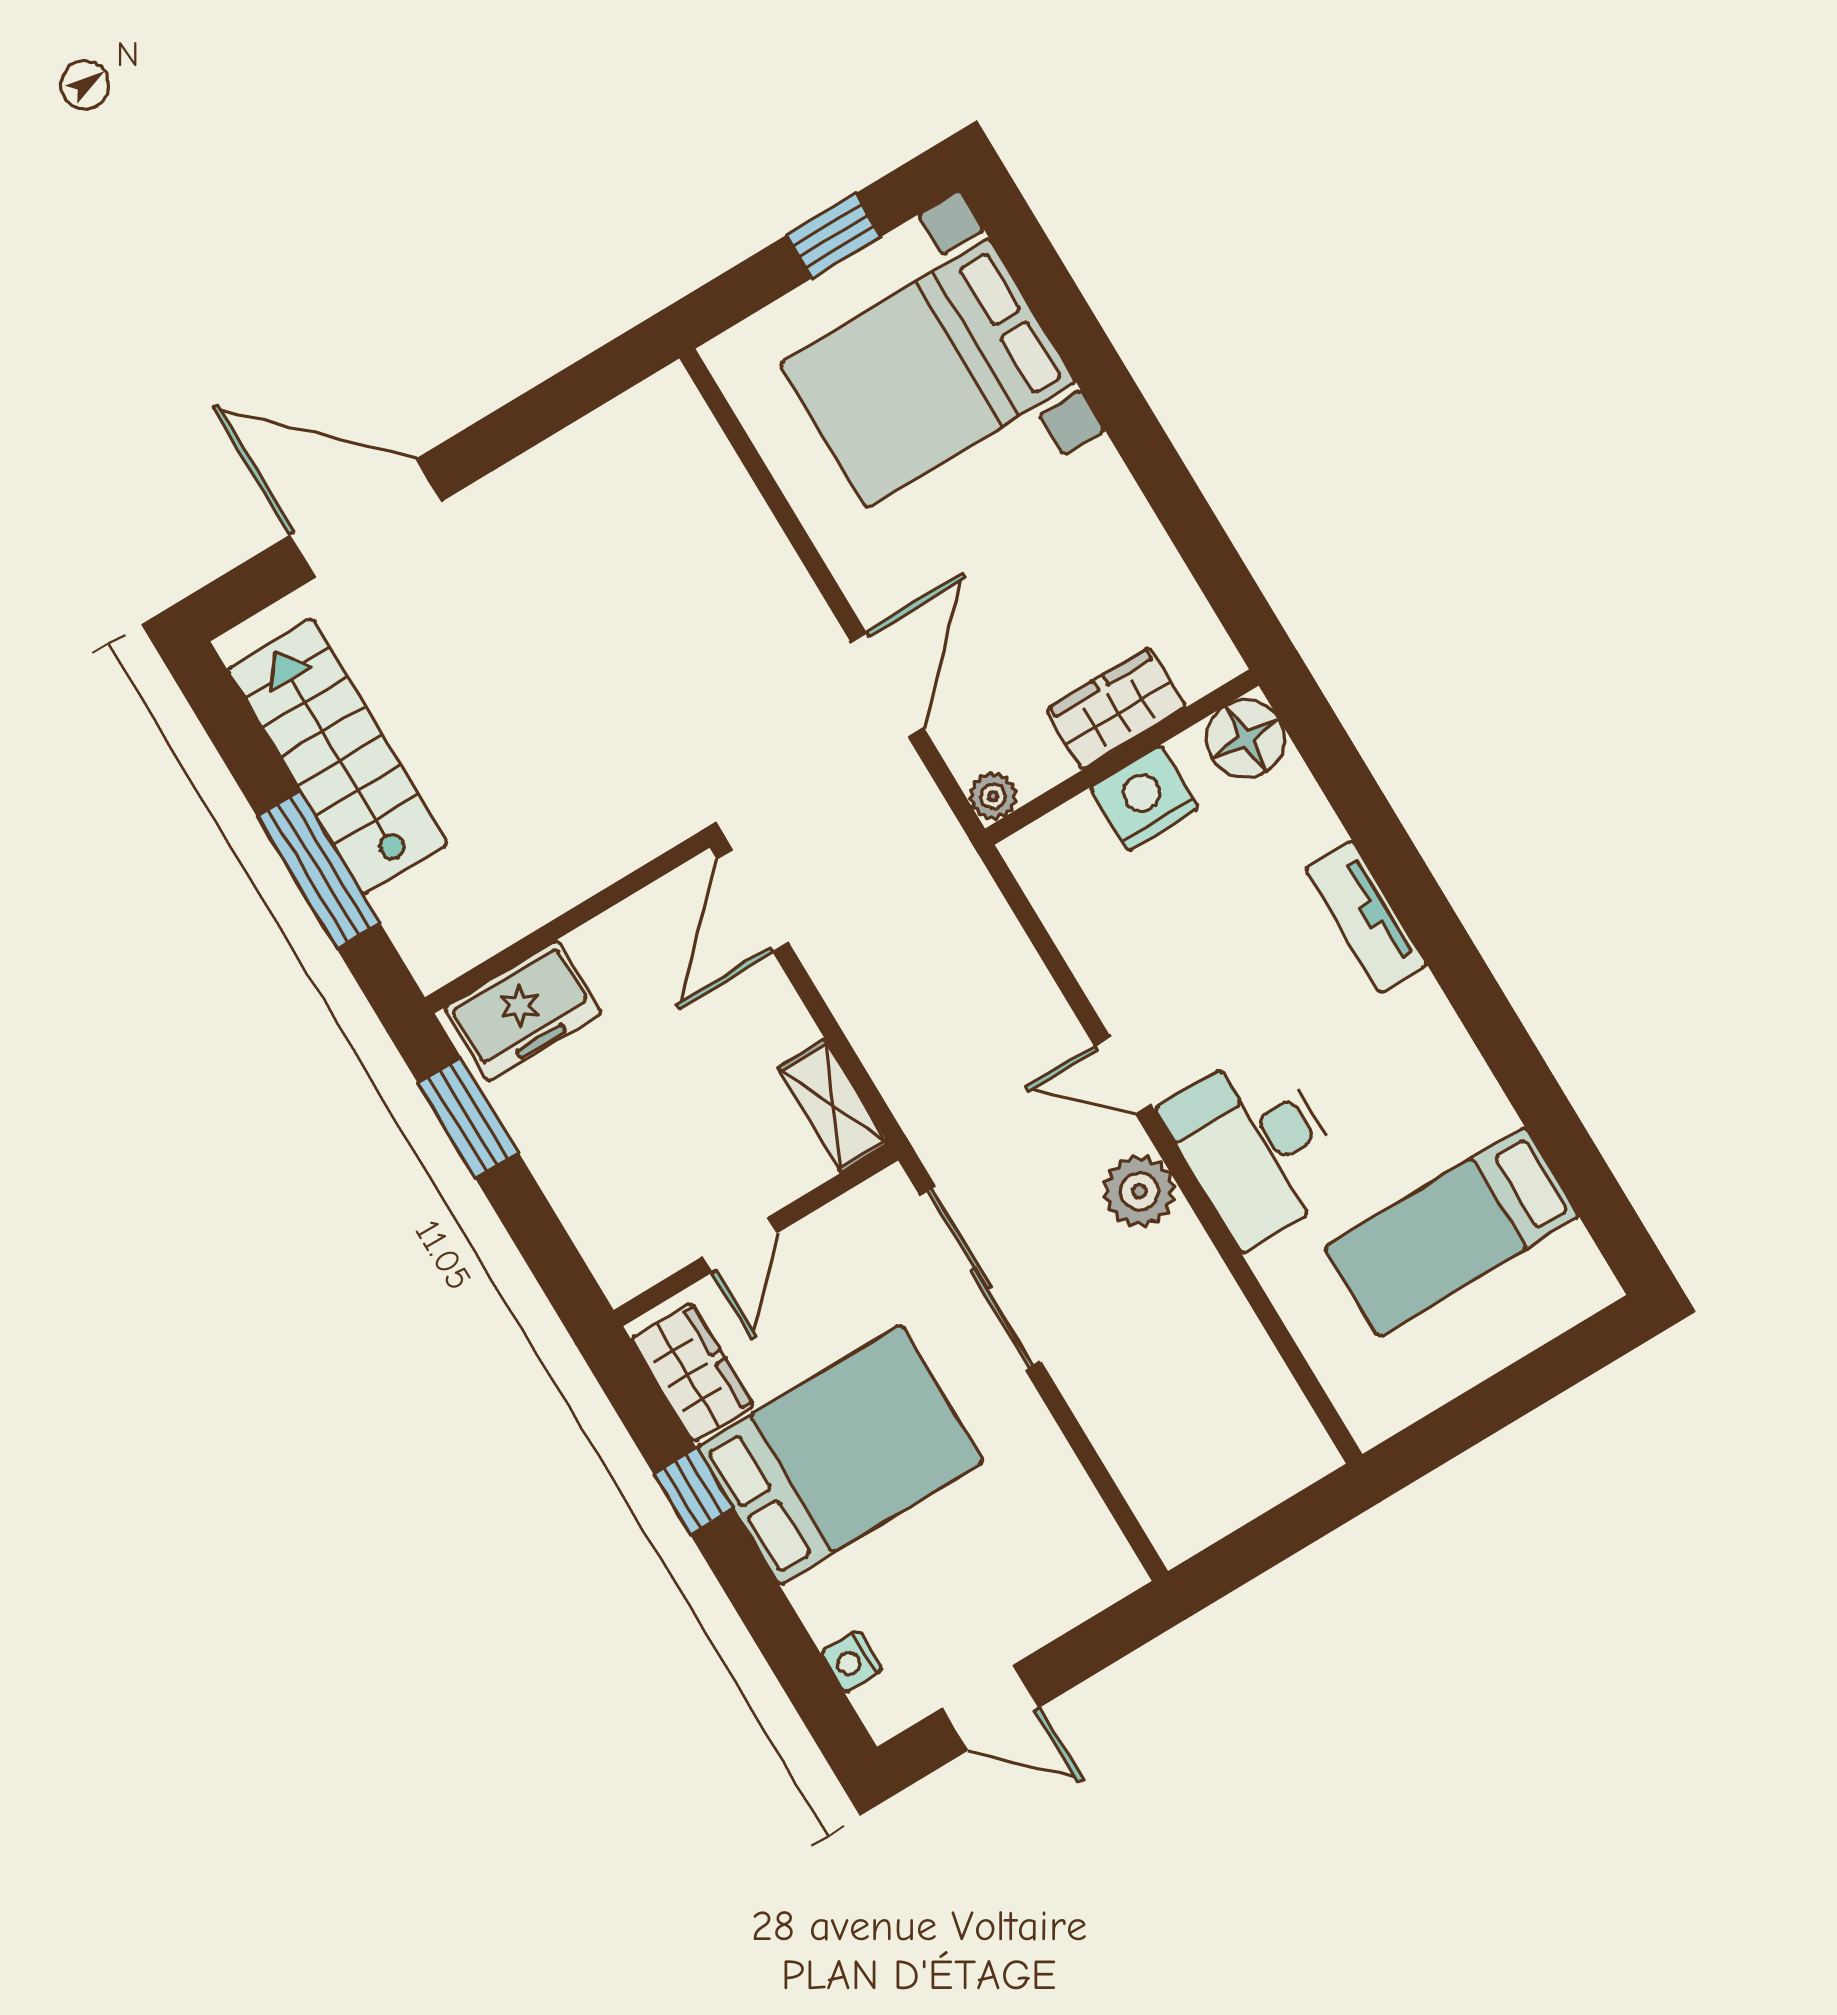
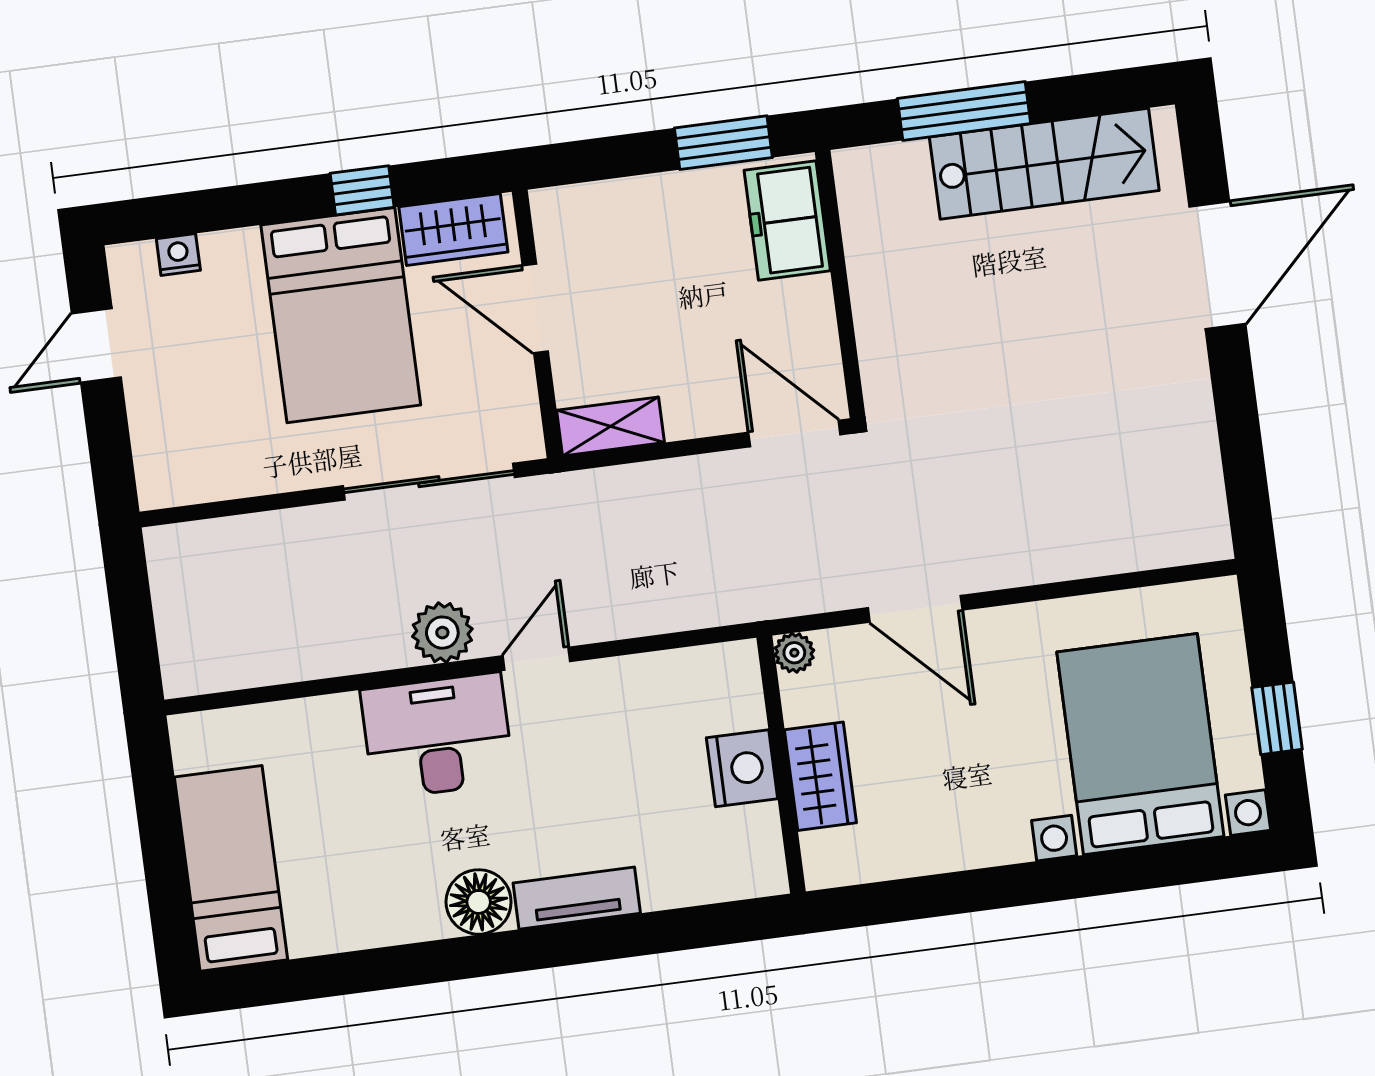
floor lamp: (1246, 739) -> (479, 902), moved
bed: (1452, 1232) -> (231, 868), moved
door: (740, 1245) -> (535, 309), width x1.38

